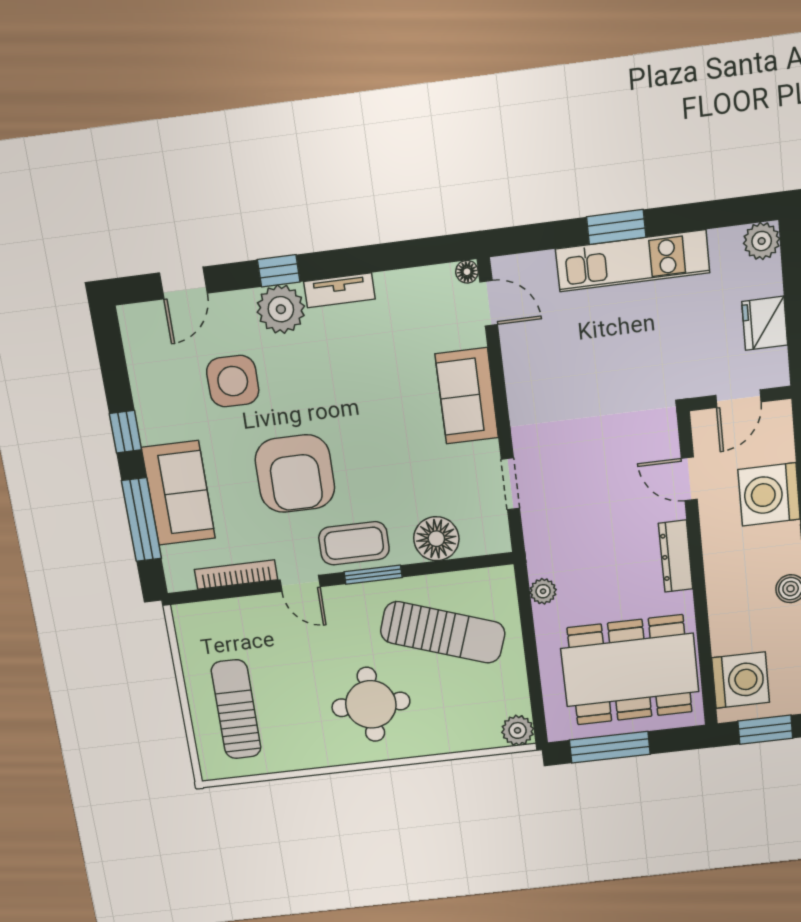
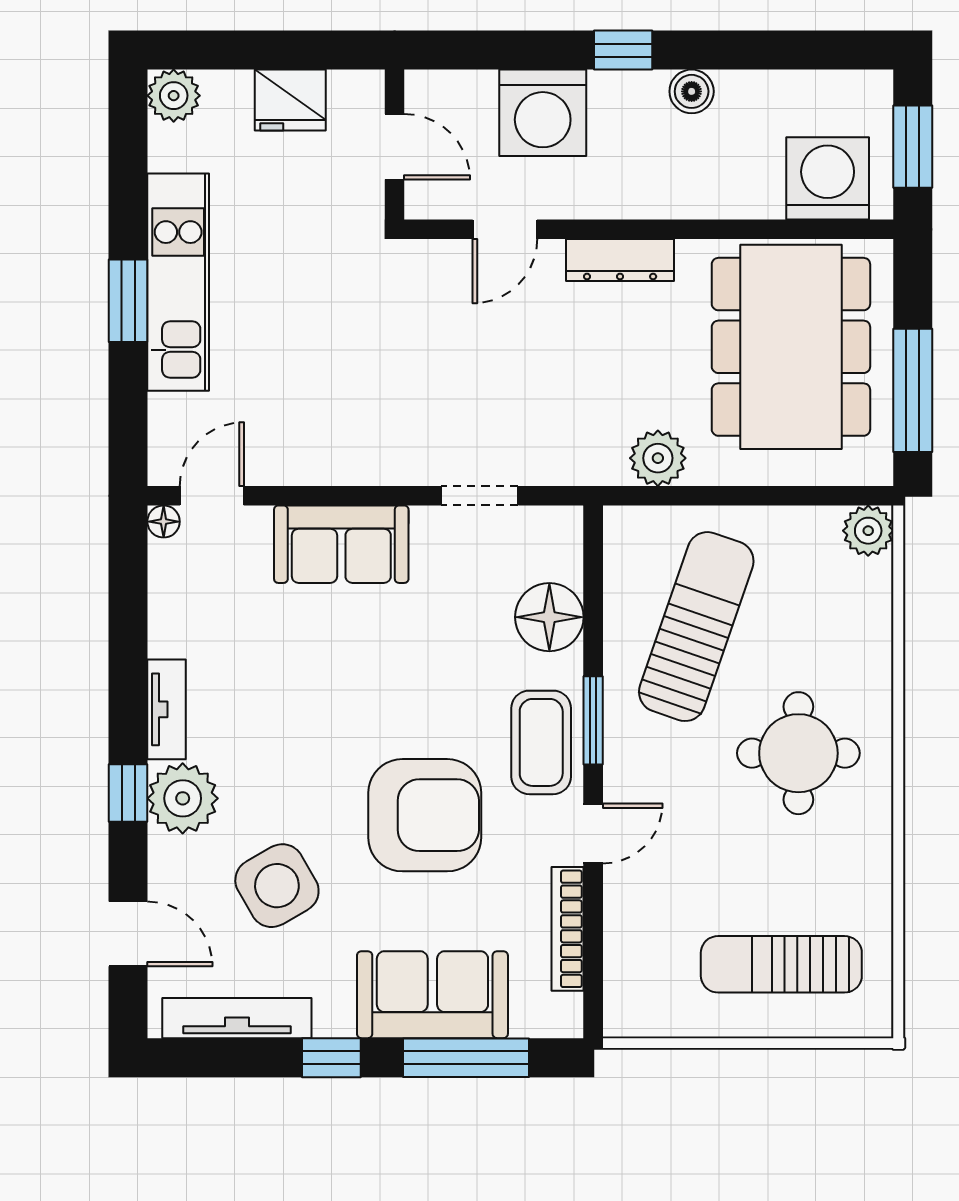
tv unit: (140, 365) -> (237, 1018), added
side table: (233, 381) -> (277, 886), turned -30
plant: (543, 591) -> (658, 458), width x1.38, depth x1.38

